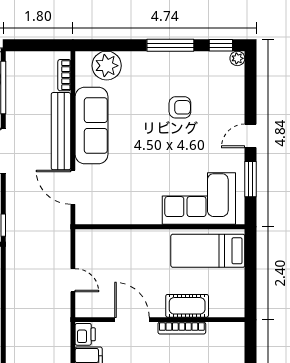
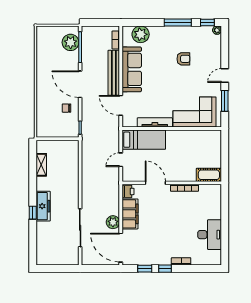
tv unit: (131, 216) -> (155, 122), added
bed: (208, 251) -> (144, 140), moved, turned 180
door: (73, 280) -> (121, 160), swing flipped
cot: (187, 306) -> (209, 175), moved

